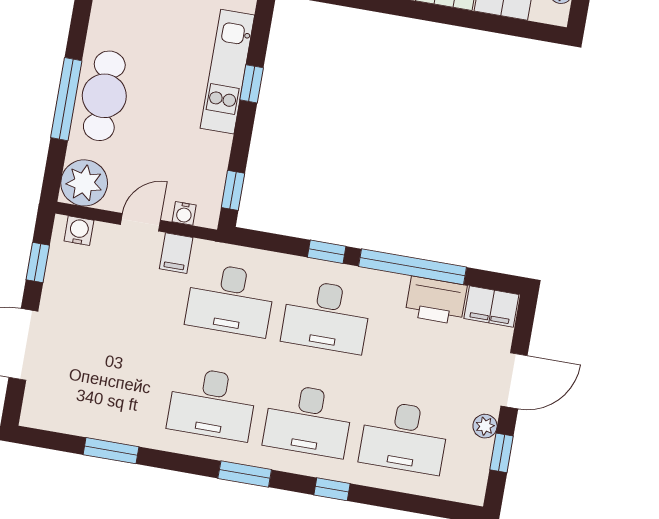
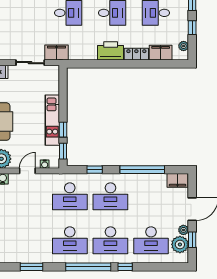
kitchen unit: (227, 72) -> (52, 120), moved
window: (252, 84) -> (63, 130), moved
window: (327, 252) -> (95, 170), moved
filing cabinet: (176, 253) -> (44, 181), removed
printer: (436, 300) -> (154, 182), removed
plant: (471, 459) -> (180, 244), added
window: (245, 474) -> (88, 267), width x2.11

